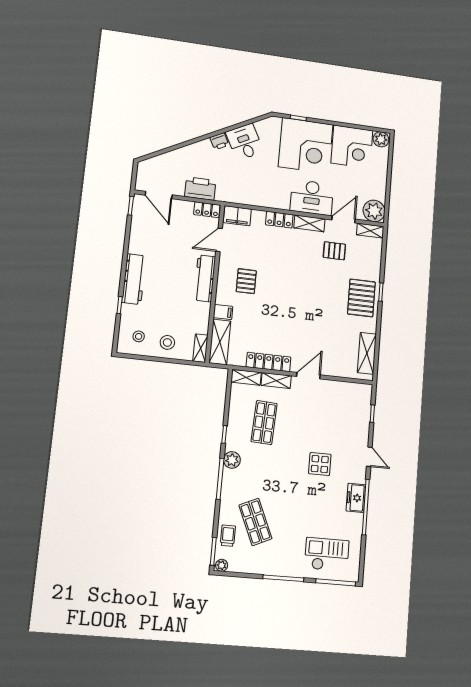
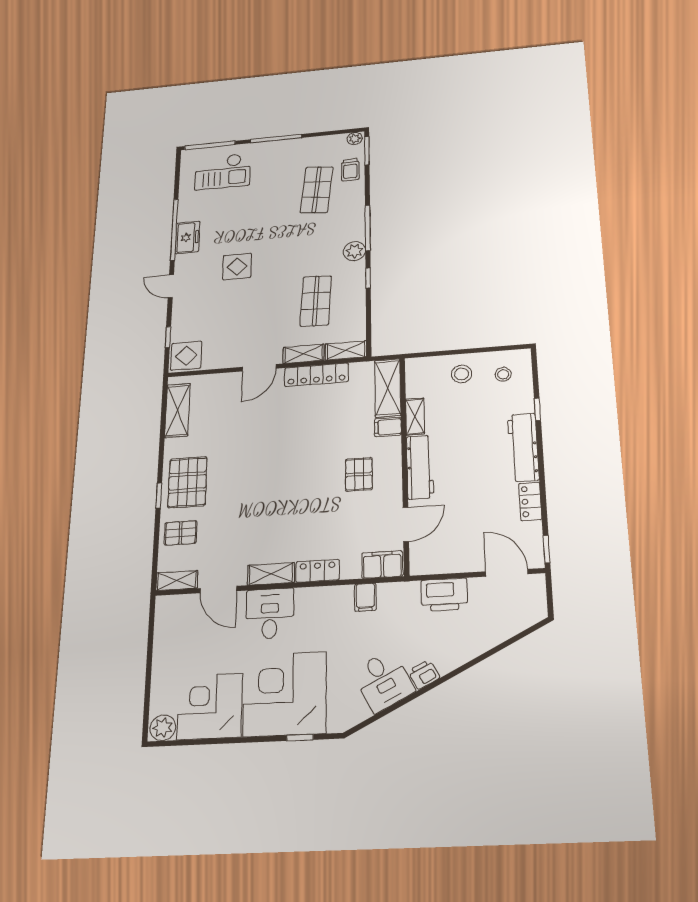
filing cabinet: (250, 196) -> (365, 597), added
desk: (312, 197) -> (270, 614), width x0.73
locker: (207, 210) -> (530, 501), moved, turned -90
plant: (374, 211) -> (171, 611), removed
door: (344, 219) -> (218, 590), hinge flipped
pallet: (334, 251) -> (181, 533), moved
shelving: (200, 348) -> (415, 416), moved
display table: (360, 396) -> (186, 356), added
shop shelf: (255, 522) -> (317, 190), turned 30

